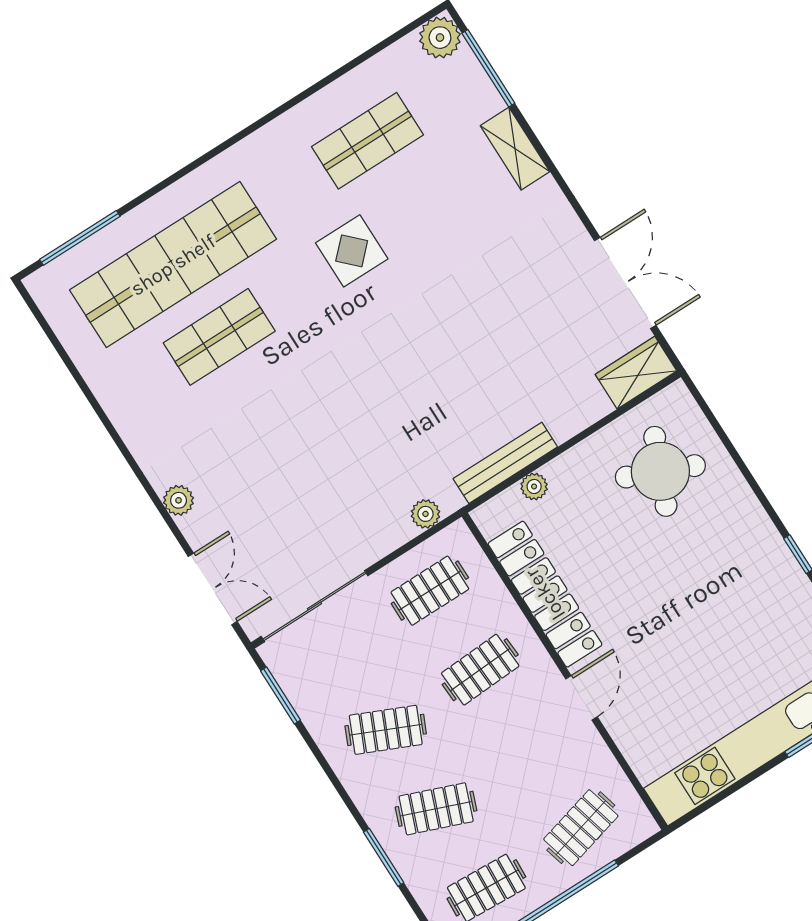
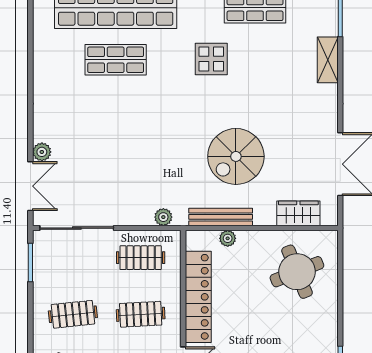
spiral stairs: (473, 365) -> (236, 156), added
wardrobe: (636, 373) -> (298, 213), moved
round table: (660, 471) -> (297, 272), turned 45
plant: (179, 500) -> (42, 152), moved
clothes rail: (386, 730) -> (73, 314), turned -30

